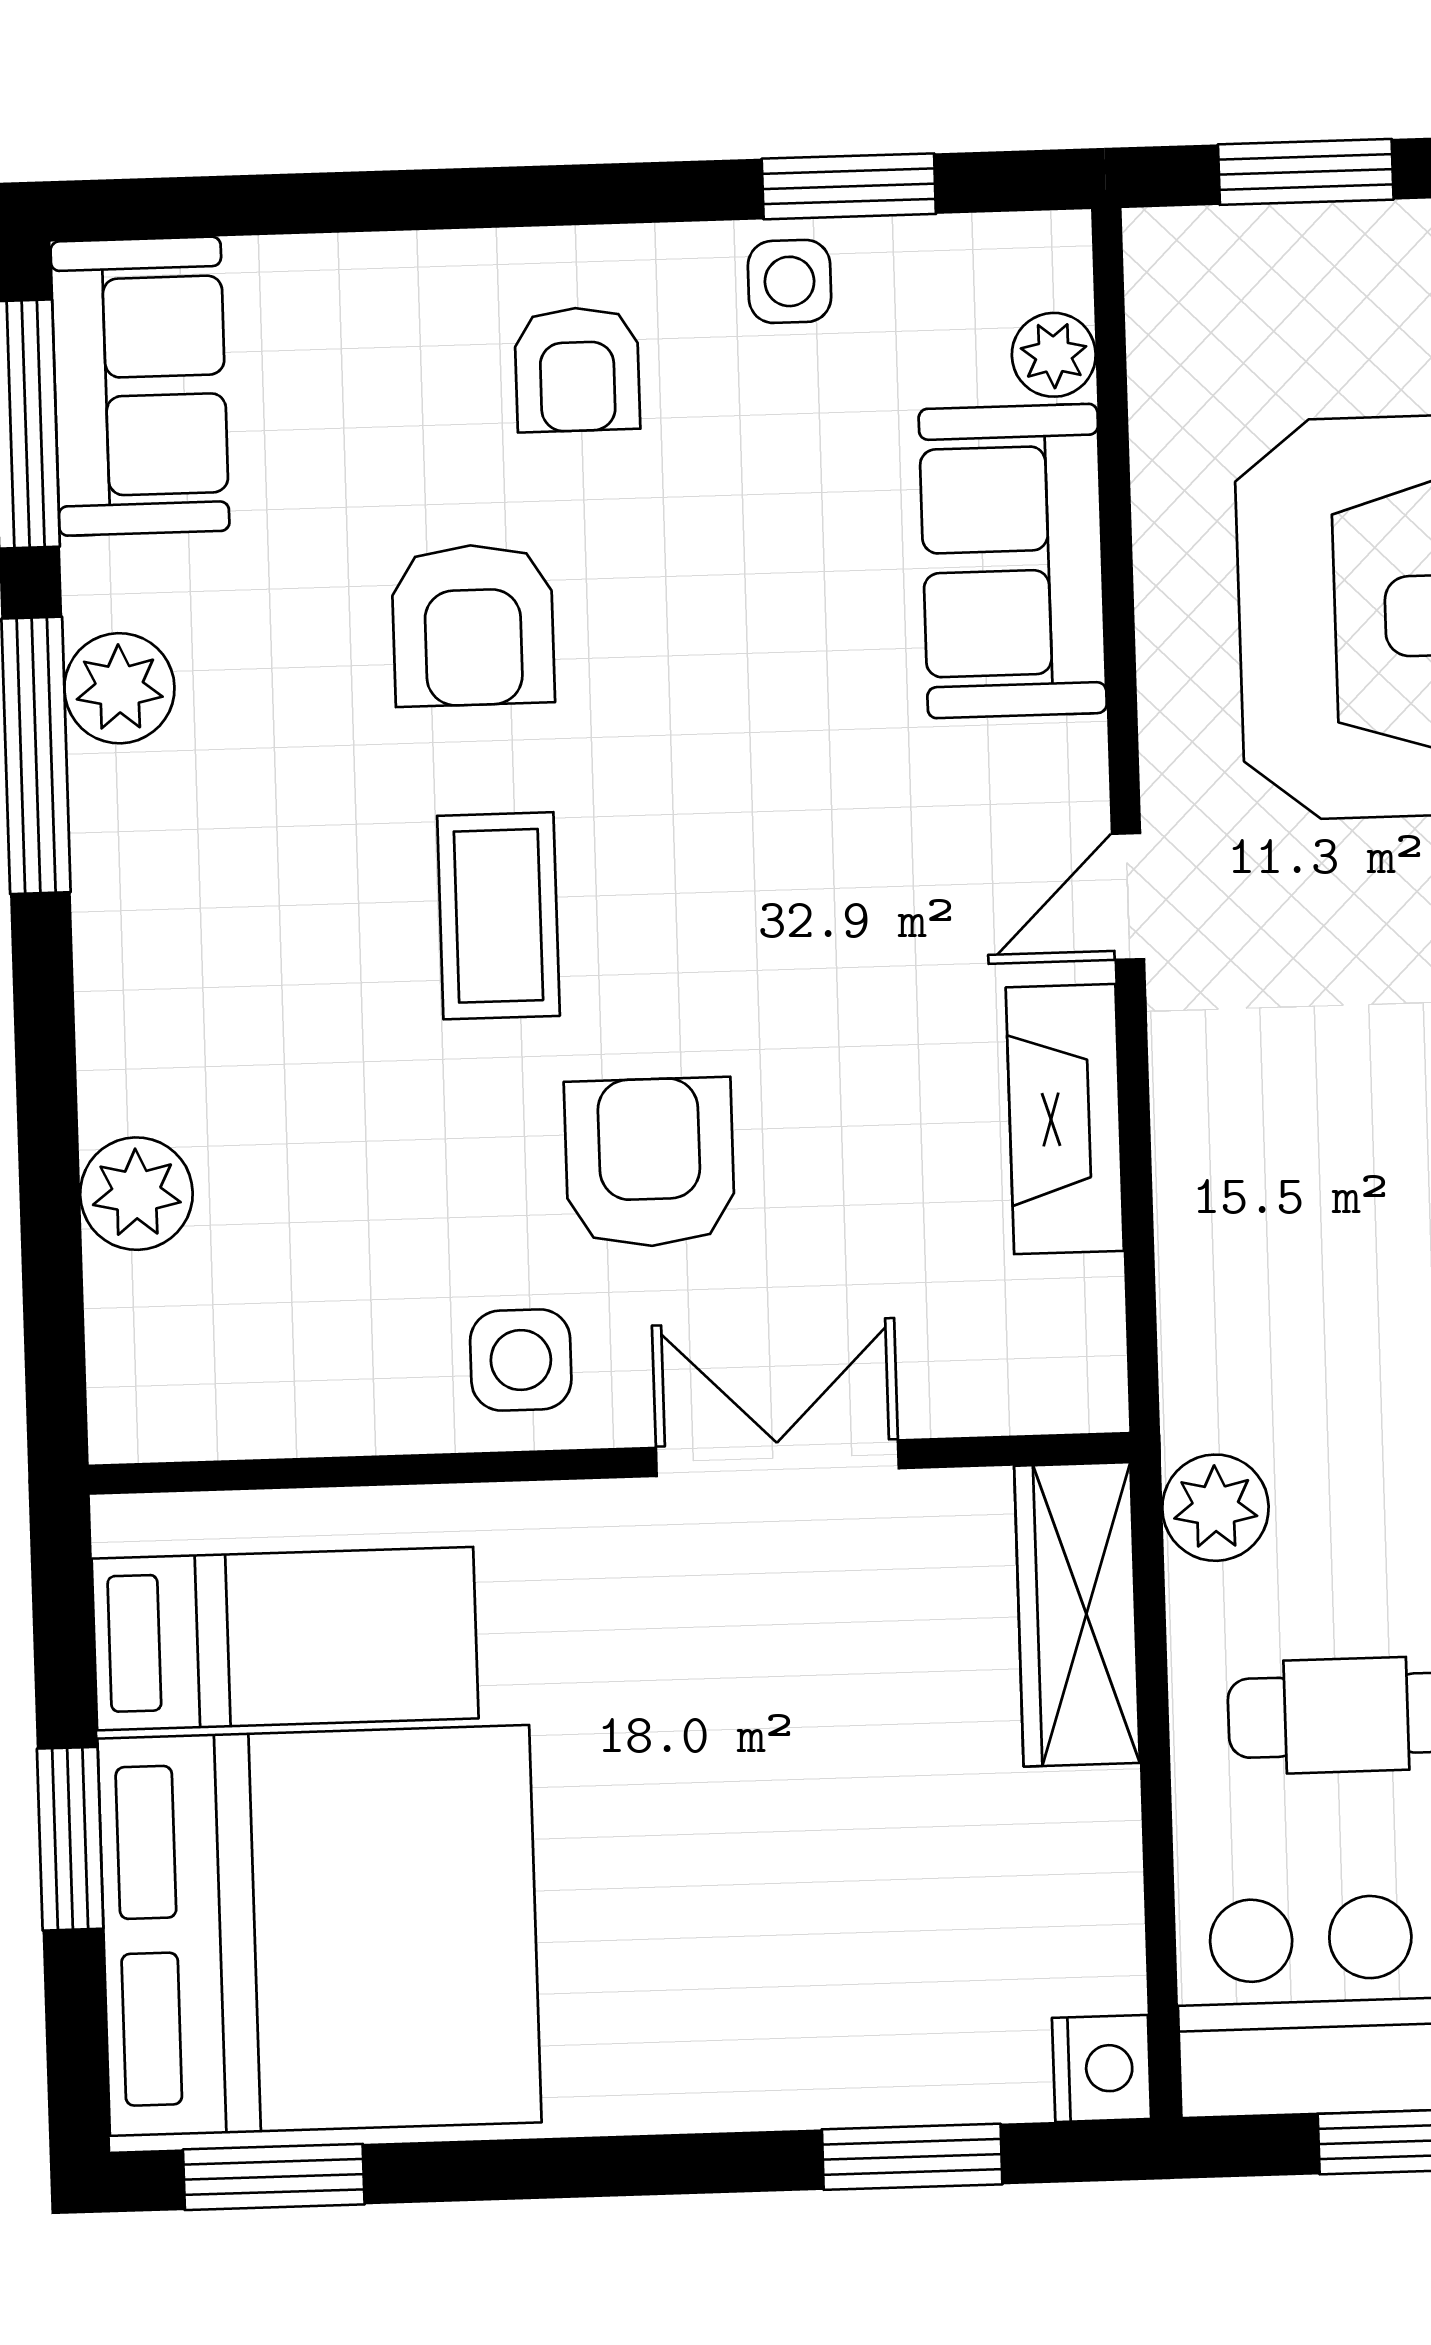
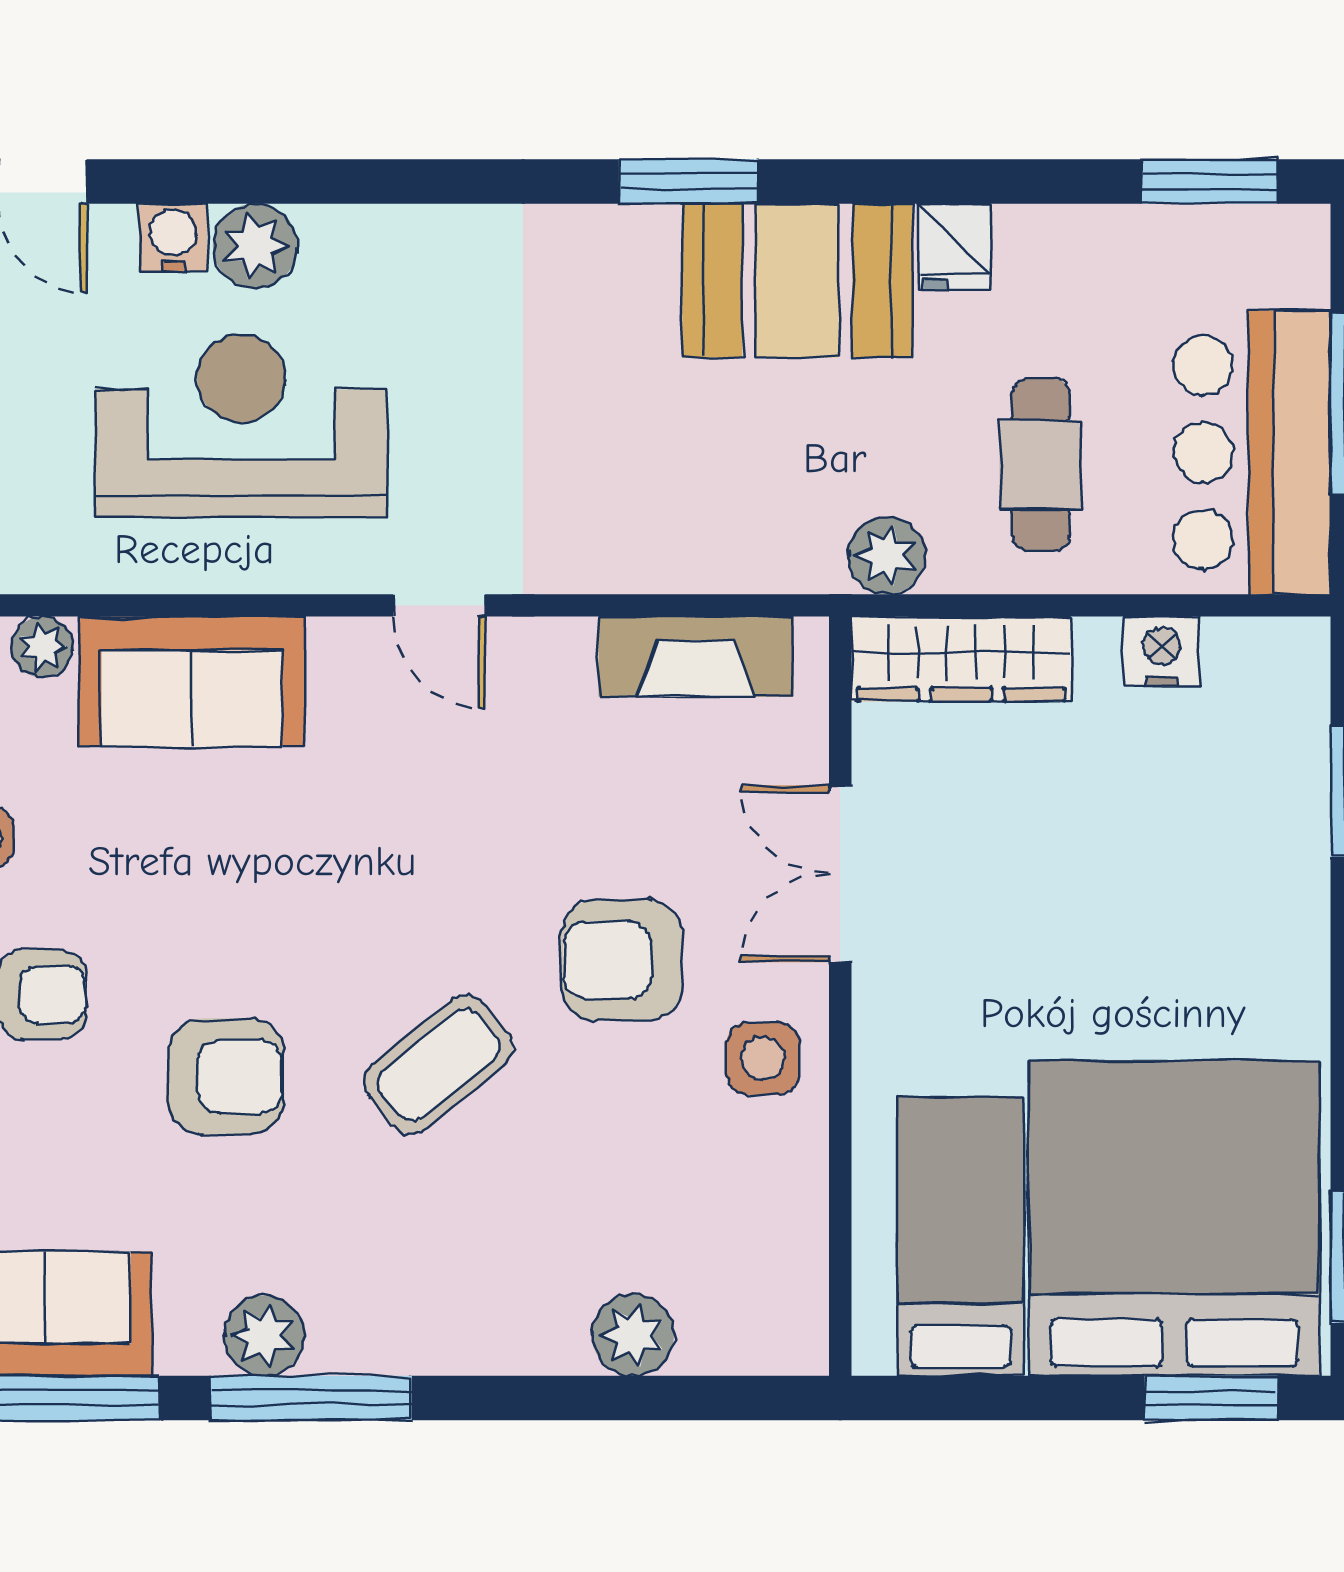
coffee table: (498, 916) -> (439, 1065), turned -39
fireplace: (1065, 1119) -> (696, 656), moved
window: (70, 1839) -> (1211, 1398), moved
nightstand: (1102, 2068) -> (1161, 651), moved

